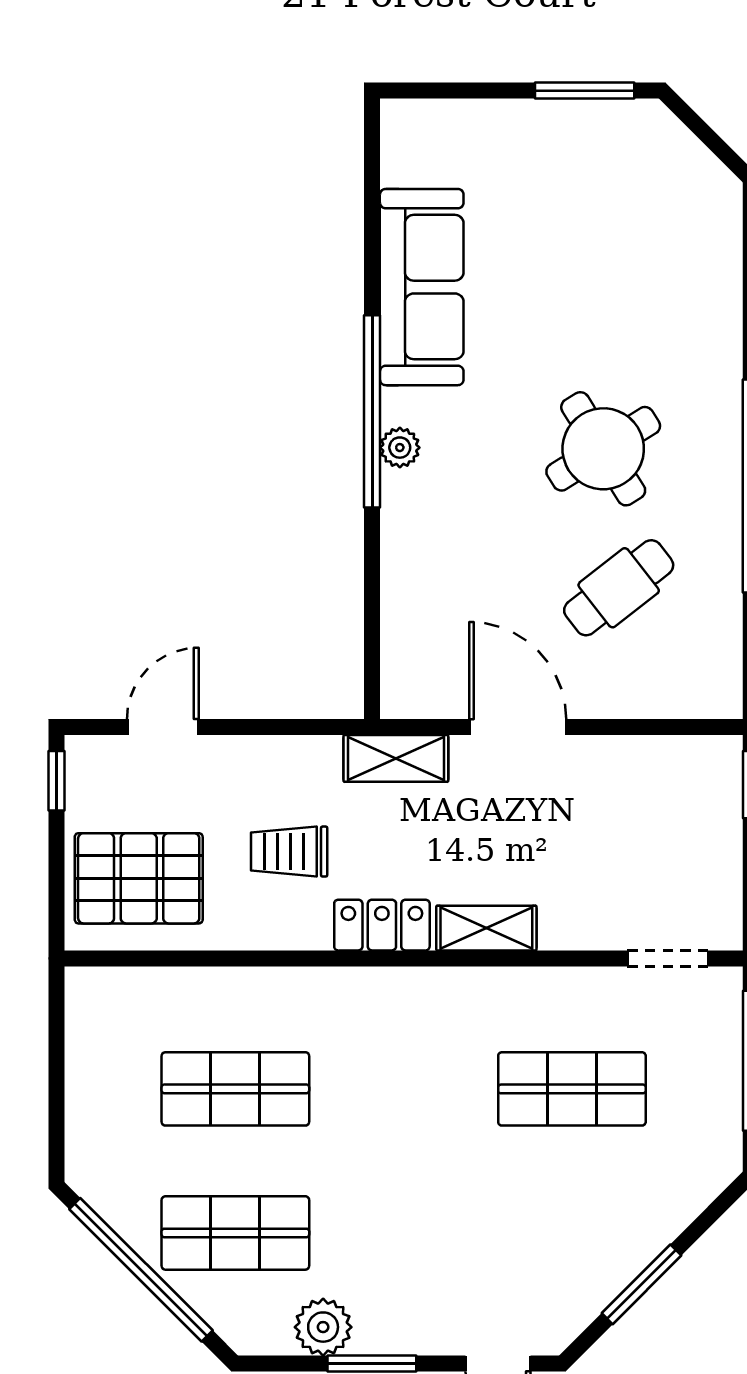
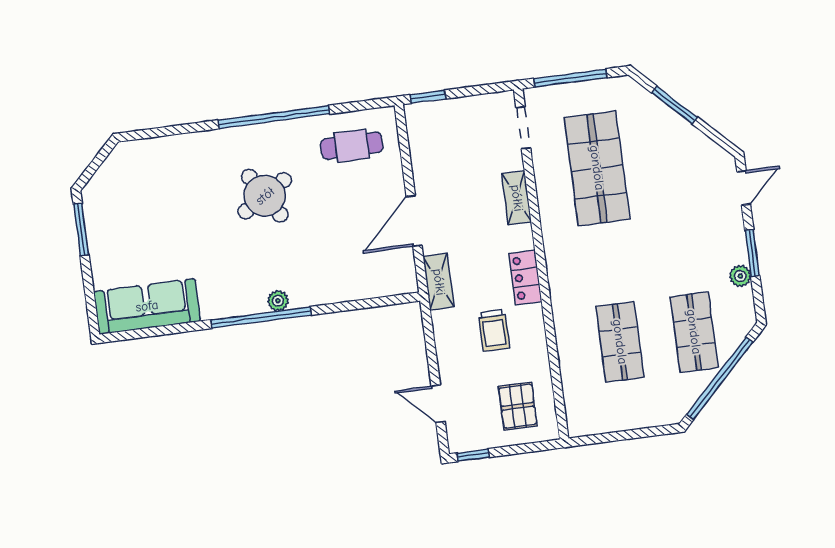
sofa: (422, 287) -> (147, 306), moved
cafe table: (619, 588) -> (352, 146), moved, turned -52
pallet: (139, 878) -> (518, 406), width x0.67, depth x0.71
shelving: (486, 928) -> (517, 198), moved
shop shelf: (572, 1089) -> (597, 168), width x1.43, depth x1.36
window: (641, 1284) -> (674, 105), moved
plant: (323, 1327) -> (740, 276), width x0.73, depth x0.73

